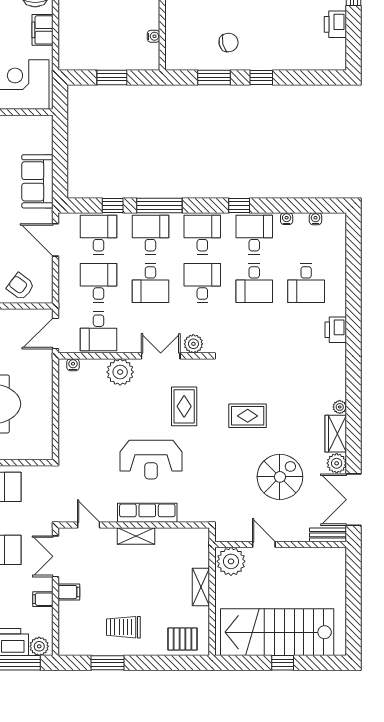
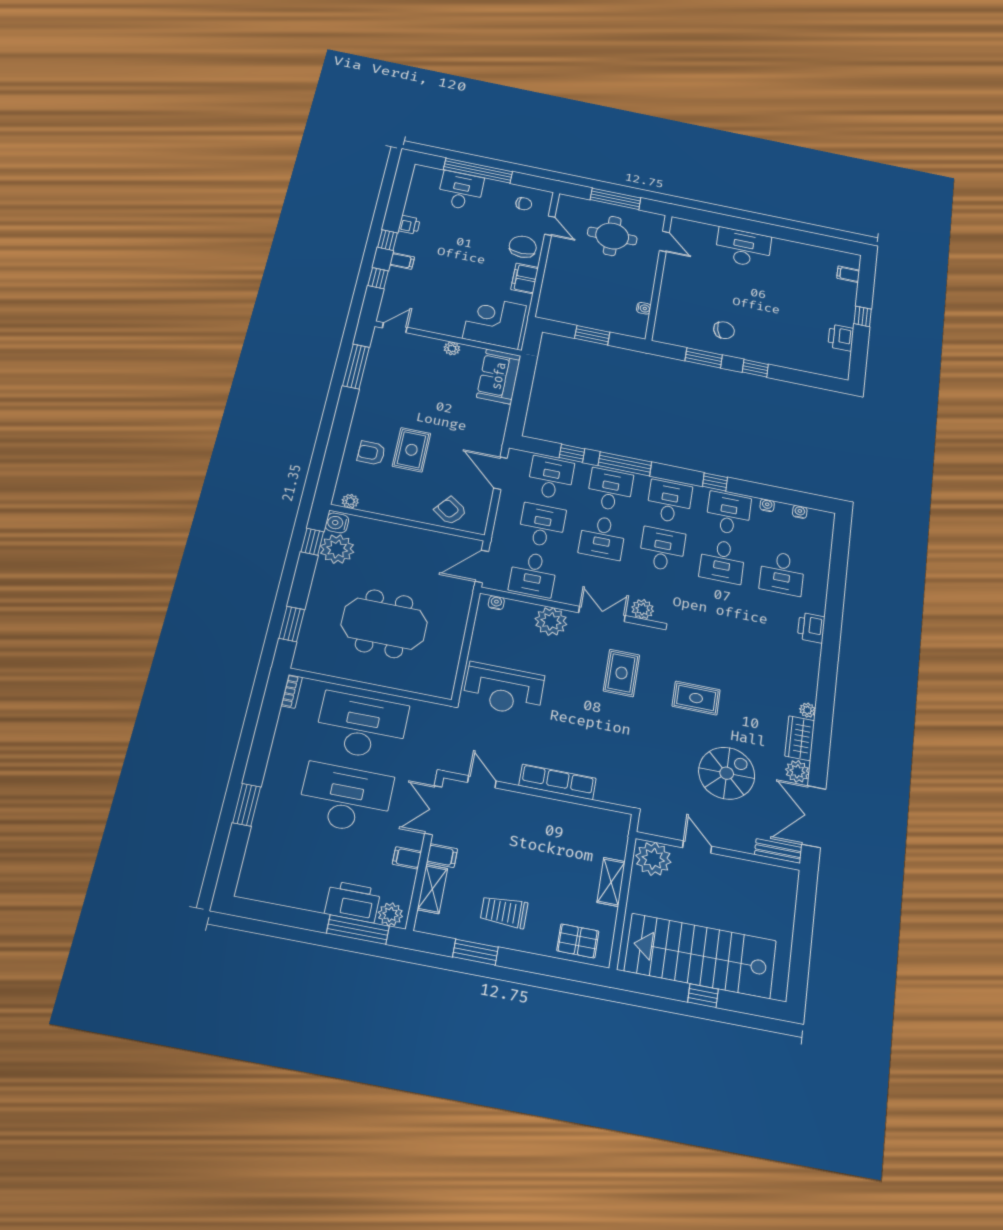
sofa: (37, 181) -> (499, 376), moved
reception desk: (151, 460) -> (504, 689), moved
shelving: (136, 536) -> (432, 889), moved, turned 90

